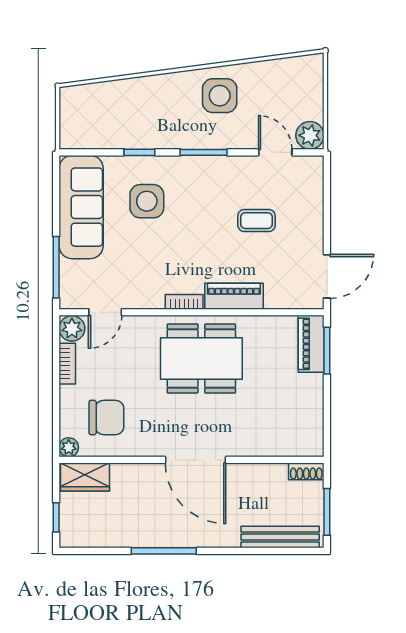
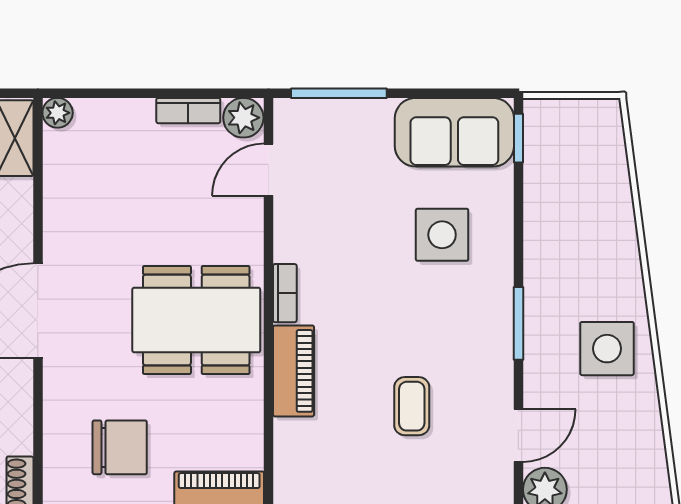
window: (139, 152) -> (518, 138), moved
sofa: (81, 207) -> (454, 132), width x0.73
door: (105, 312) -> (269, 170), hinge flipped
dining table: (201, 358) -> (196, 320), turned 90
chair: (106, 418) -> (120, 447), moved, turned -90

